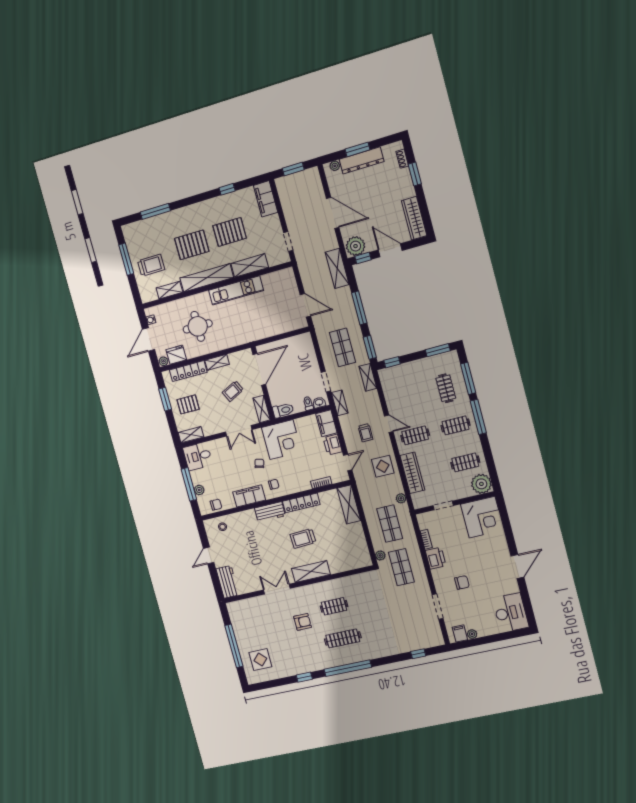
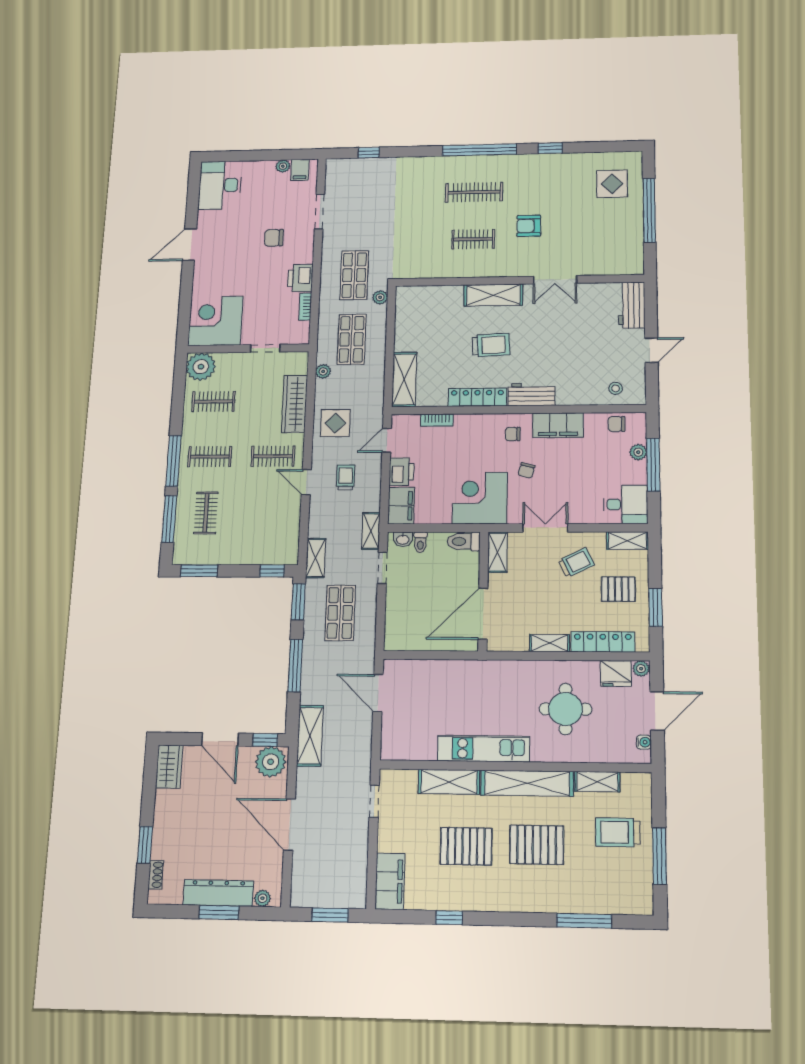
wardrobe: (414, 218) -> (169, 767), width x0.67
trolley: (233, 391) -> (576, 563), moved

